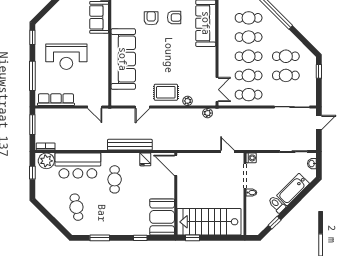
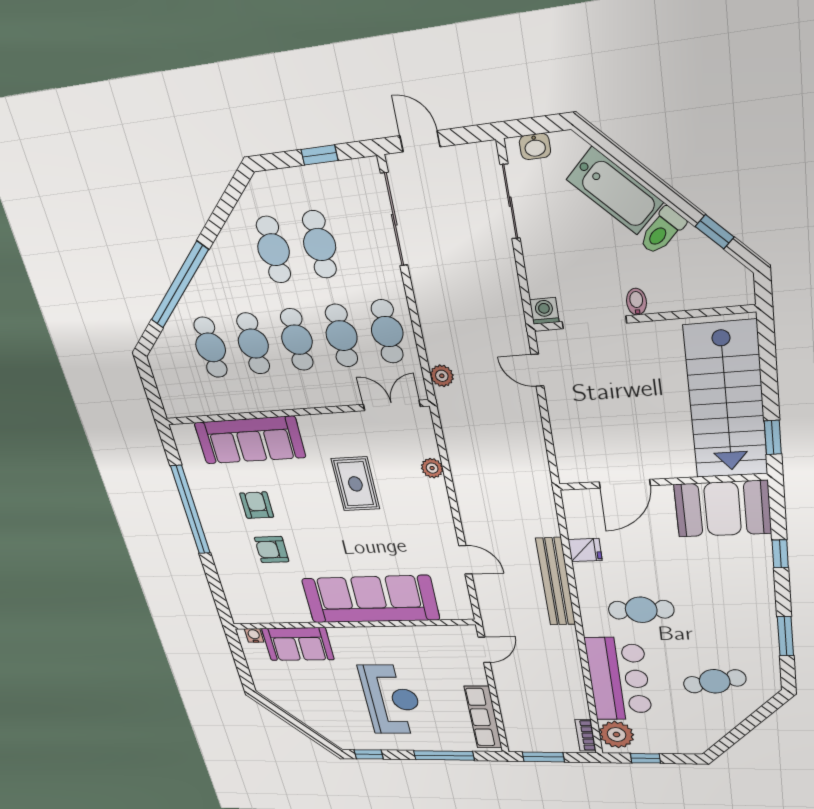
window: (319, 71) -> (319, 155), moved
rug: (166, 92) -> (355, 484), moved
plant: (208, 113) -> (442, 376), moved
door: (227, 152) -> (537, 370), hinge flipped
door: (176, 165) -> (625, 484), moved

